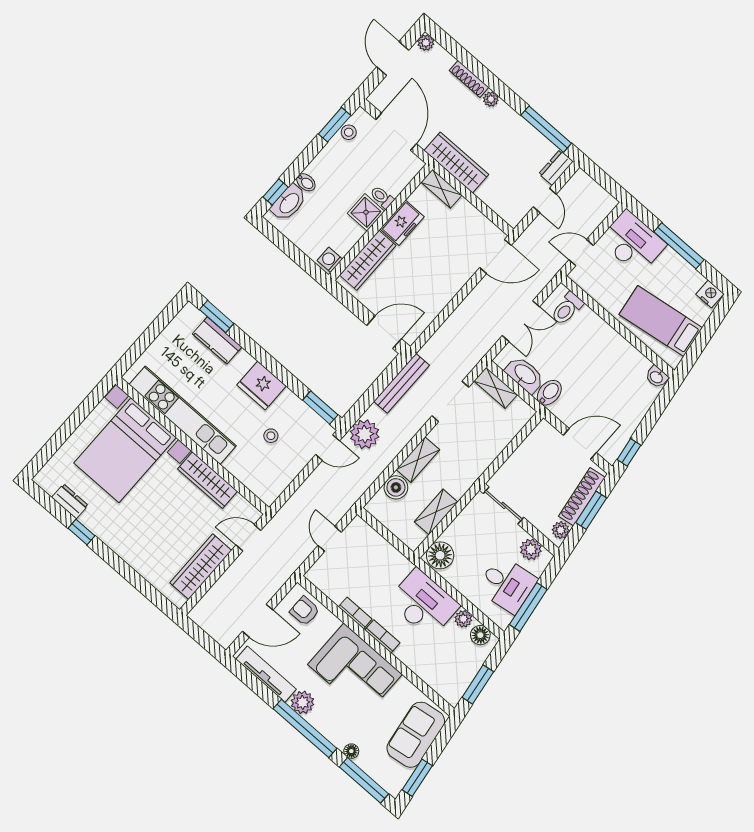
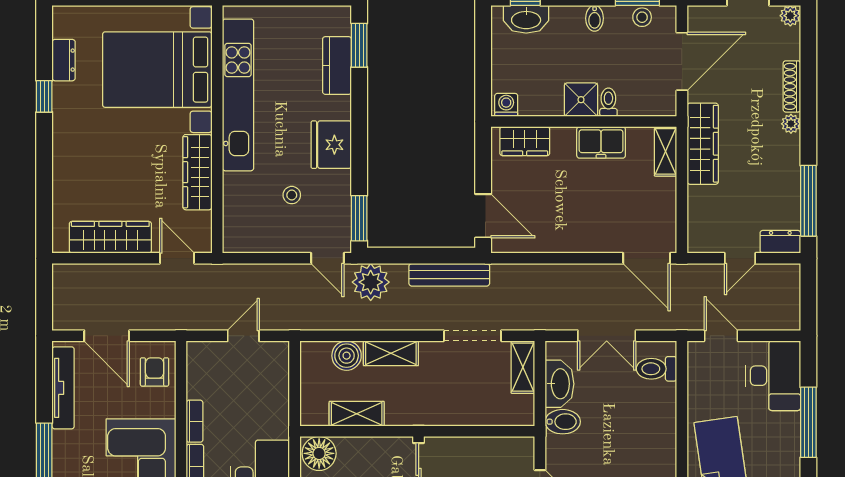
bidet: (306, 182) -> (595, 18), moved
wardrobe: (368, 260) -> (525, 141), width x0.67
plant: (303, 702) -> (67, 446), removed

